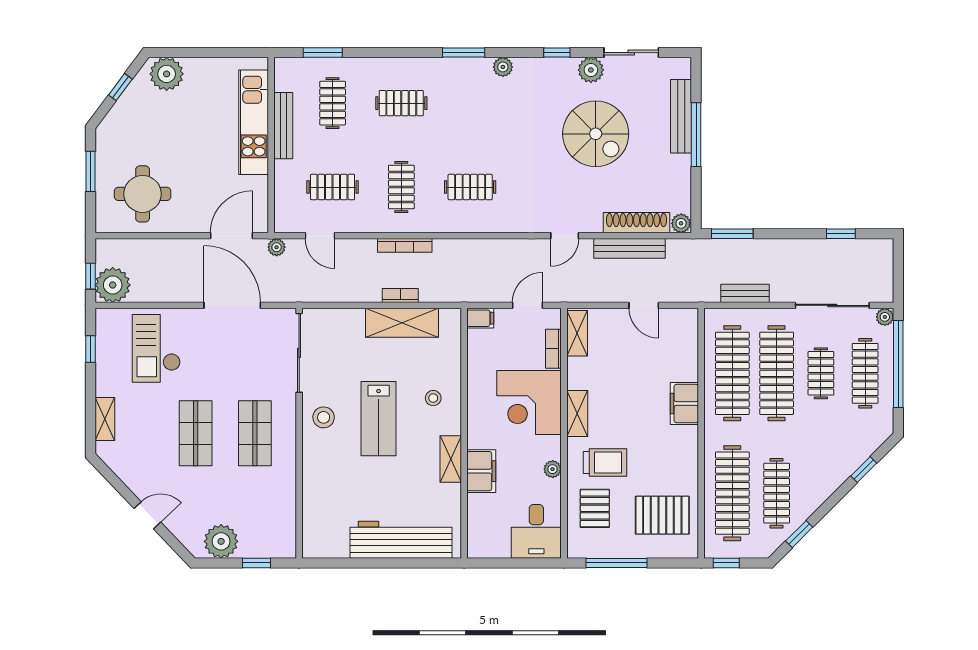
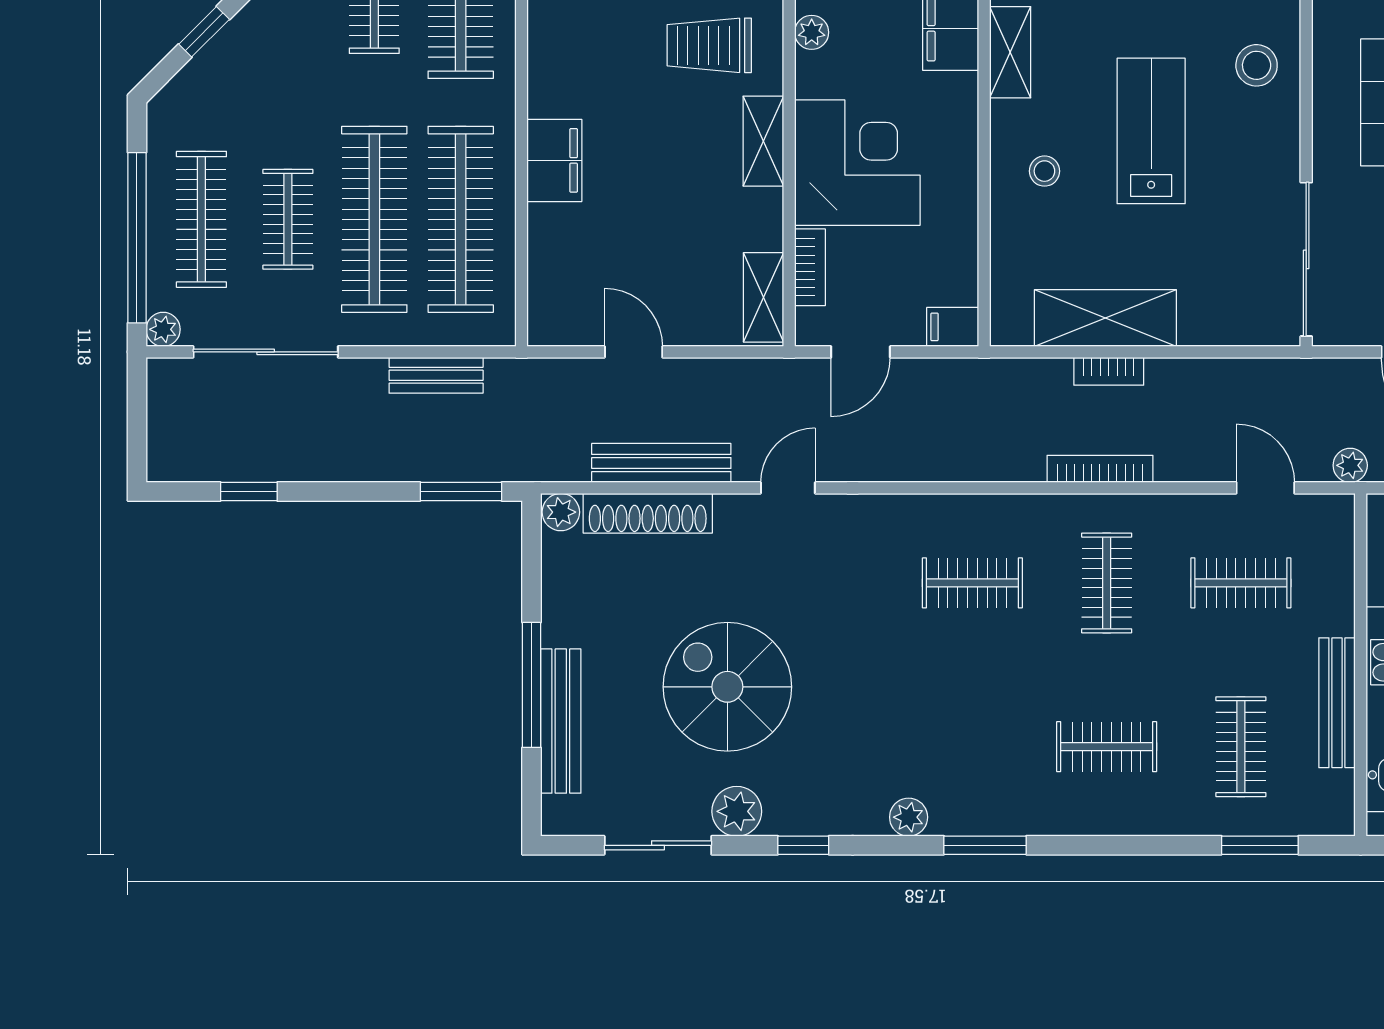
stool: (324, 417) -> (1257, 65), moved

